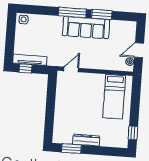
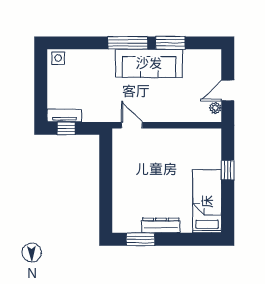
tv unit: (30, 60) -> (64, 115), width x0.71
door: (71, 69) -> (132, 125), hinge flipped
bed: (114, 97) -> (207, 201), moved, turned 180
window: (133, 133) -> (228, 170), moved

